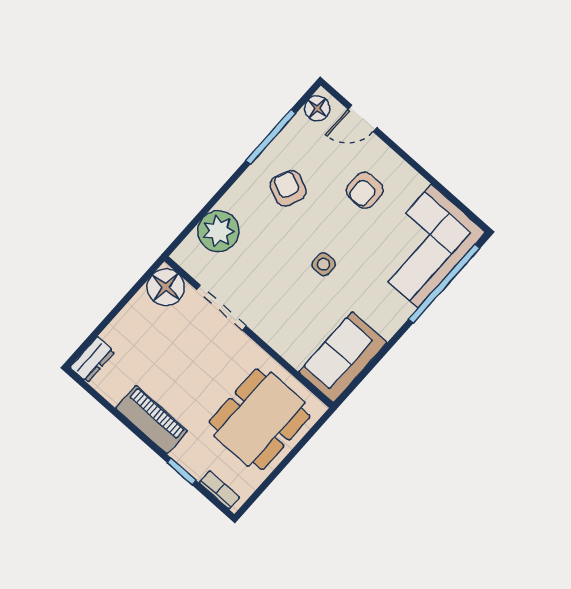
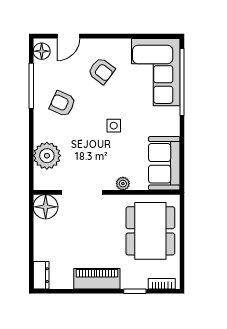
armchair: (365, 190) -> (101, 71), turned -53
plant: (276, 338) -> (123, 184), added

